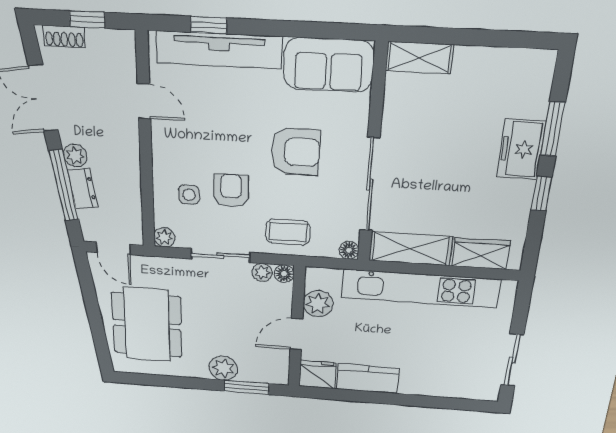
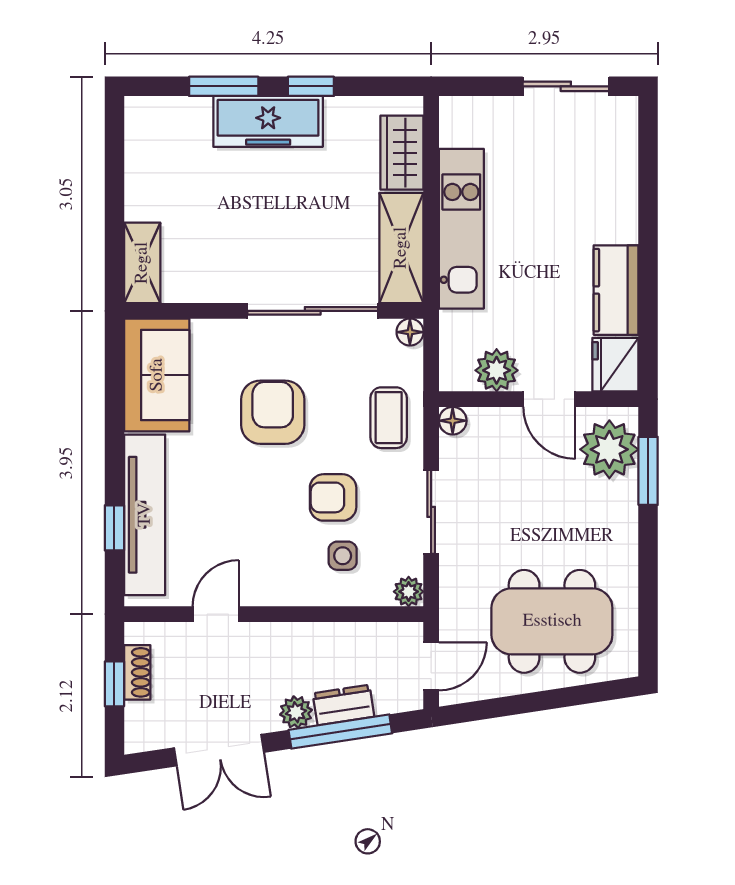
shoe rack: (64, 37) -> (137, 672), moved
freezer: (521, 149) -> (268, 121), width x1.40
plant: (262, 273) -> (453, 452), removed
kitchen unit: (420, 289) -> (461, 229), width x0.73
plant: (223, 368) -> (609, 449), moved, width x1.36, depth x1.36

